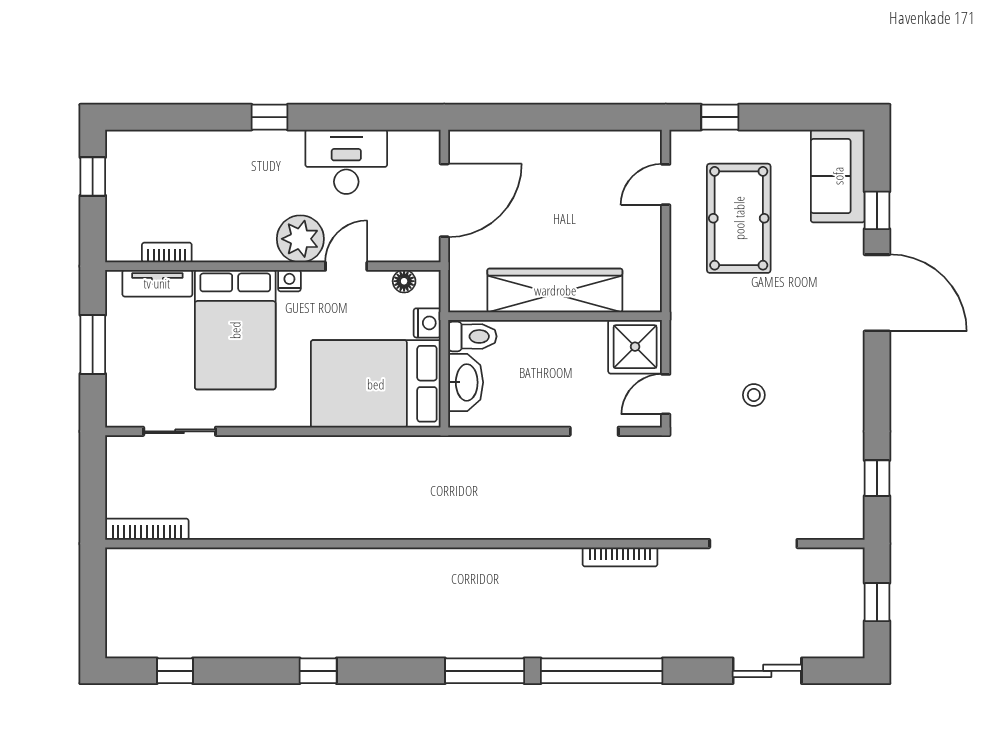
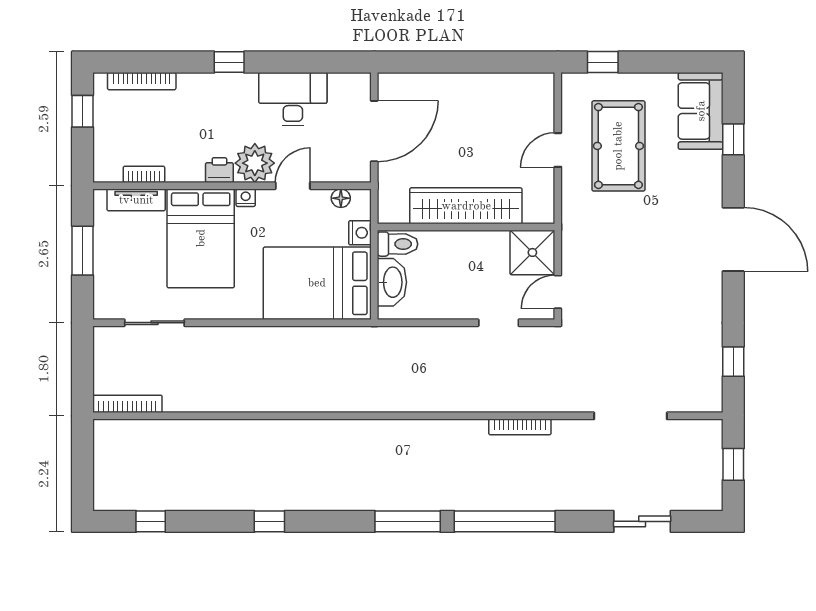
bookcase: (164, 140) -> (142, 81), added
door: (666, 185) -> (558, 150), moved
printer: (258, 247) -> (219, 170), added
door: (877, 293) -> (733, 239), moved
stool: (754, 395) -> (631, 293), removed

